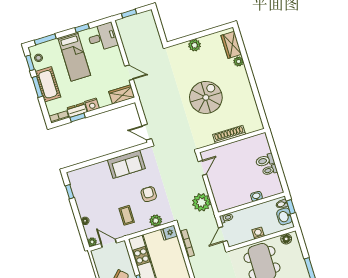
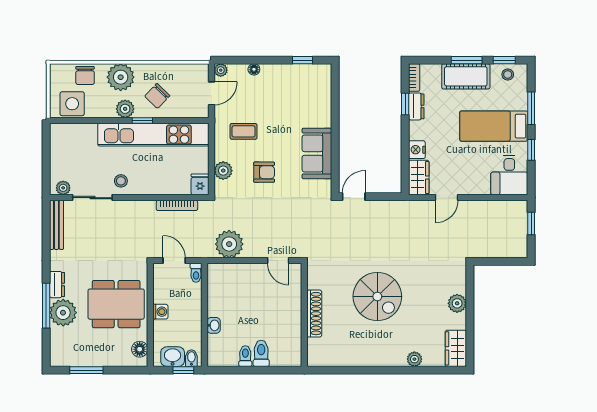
window: (45, 39) -> (531, 108), moved
wardrobe: (231, 45) -> (456, 348), moved, turned -90
nightstand: (92, 105) -> (417, 150), moved

